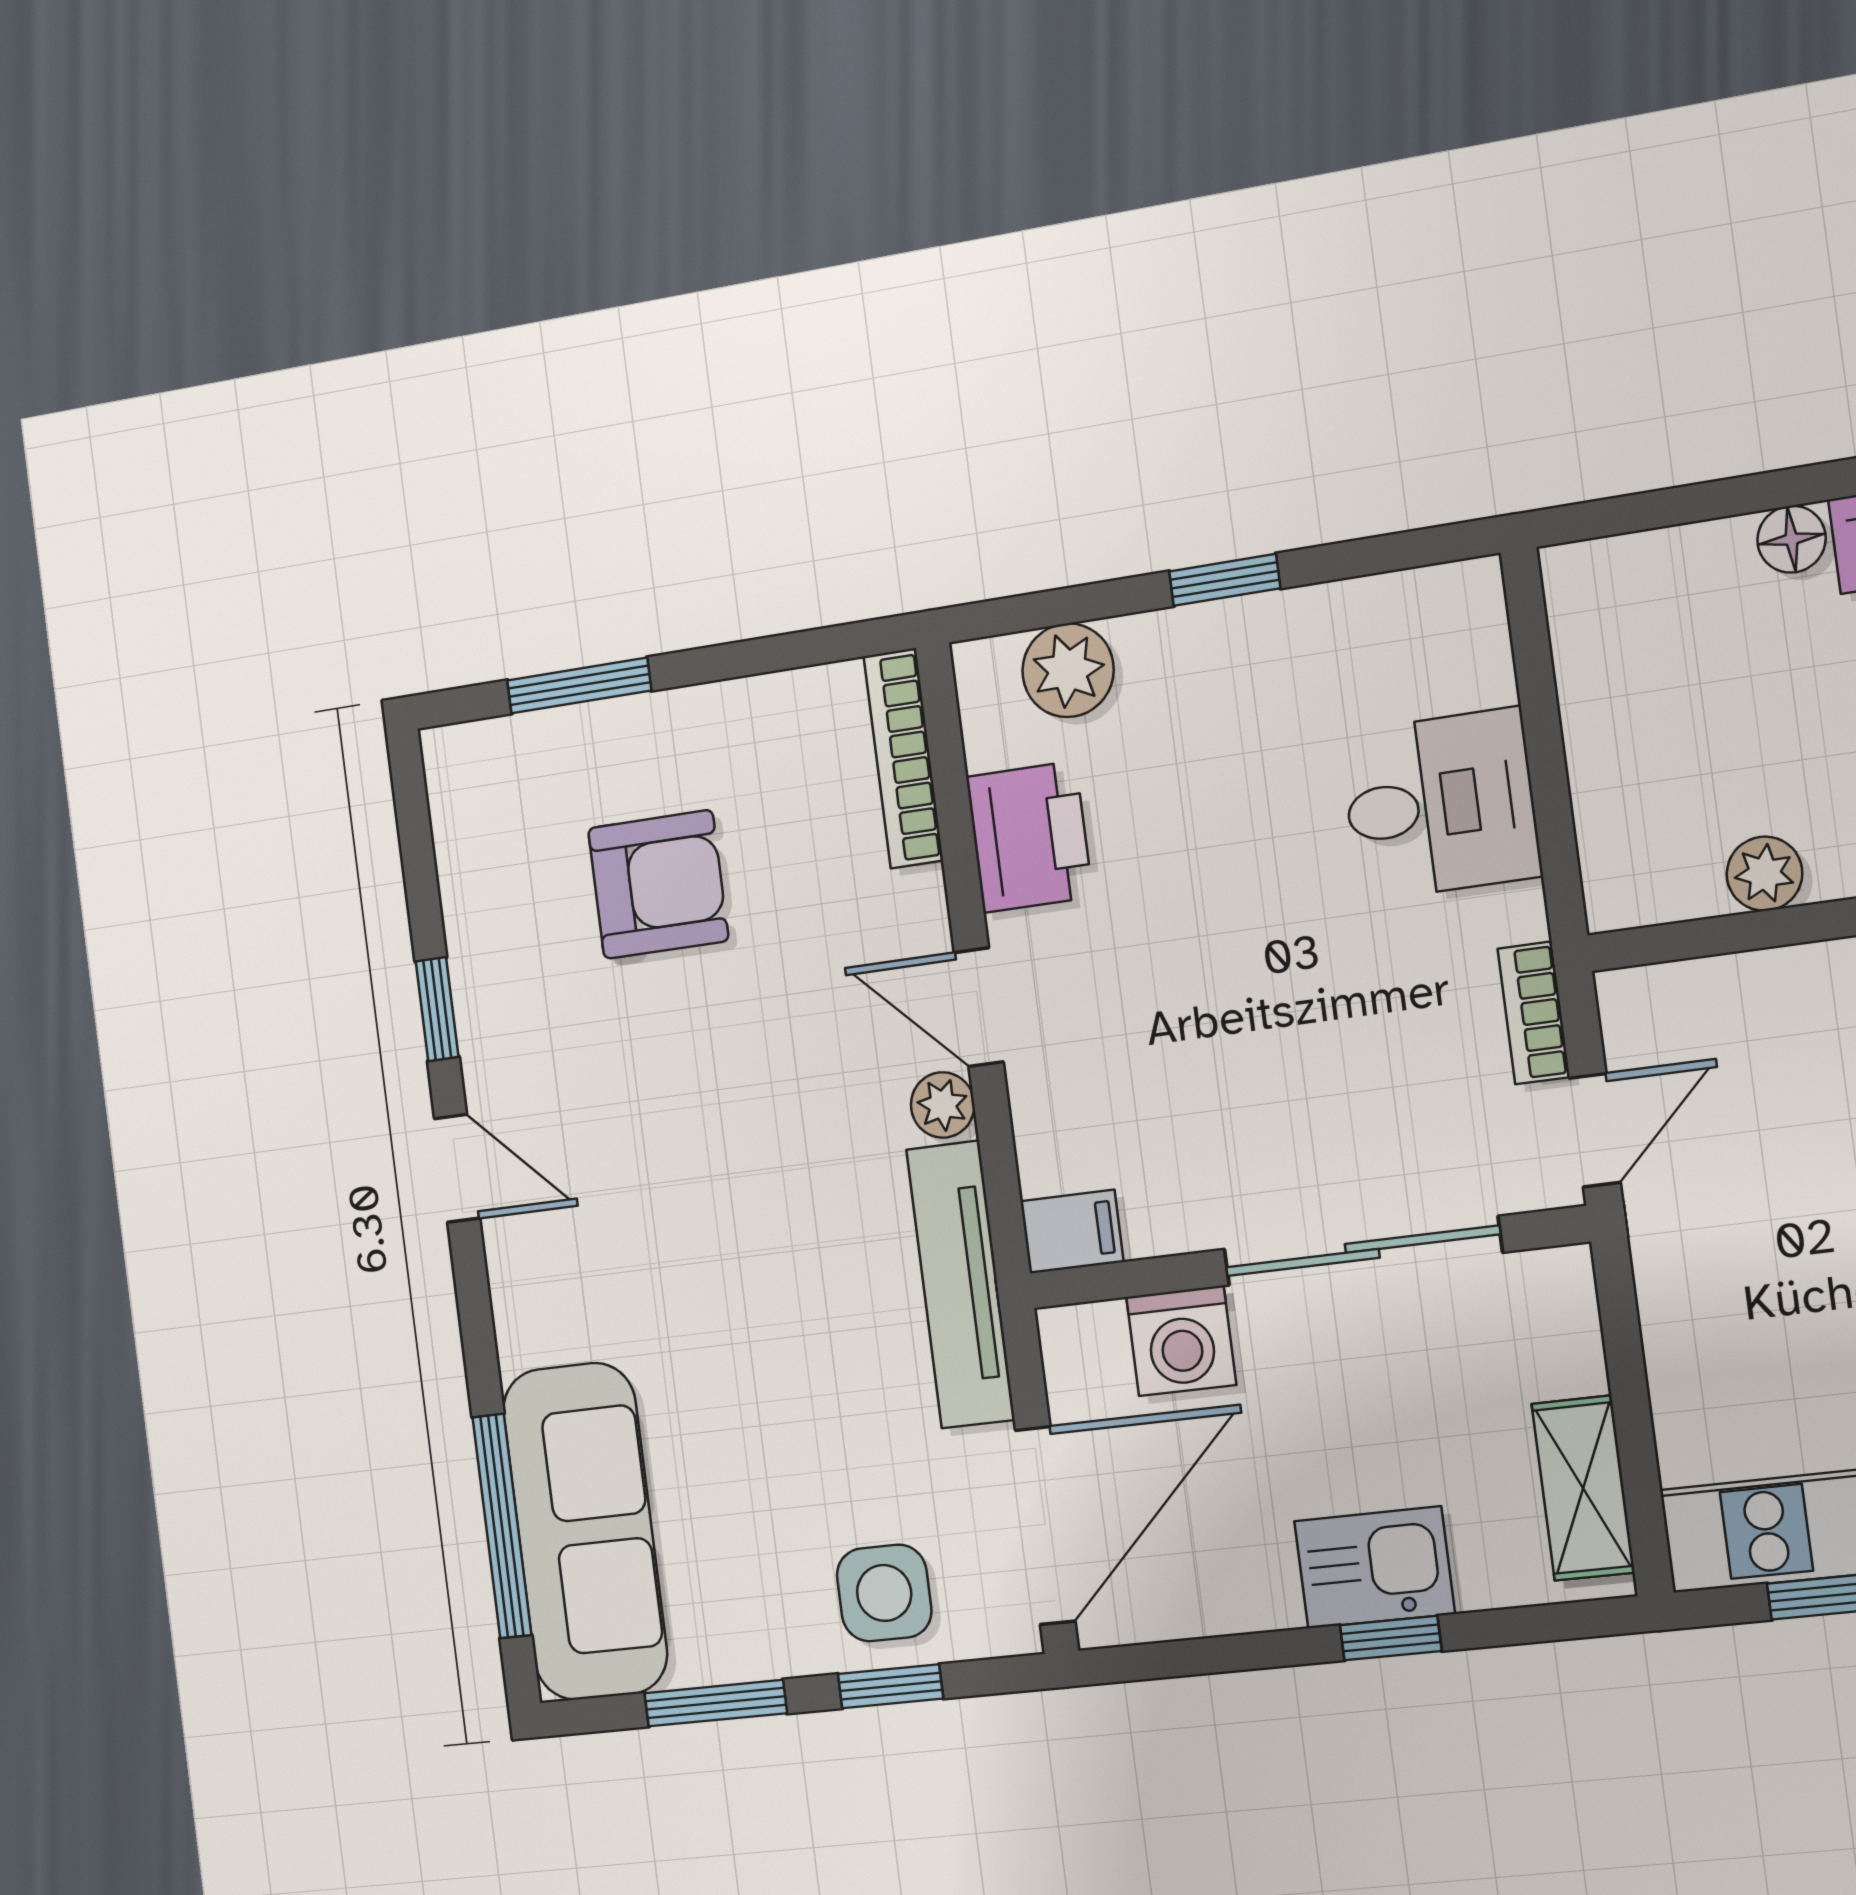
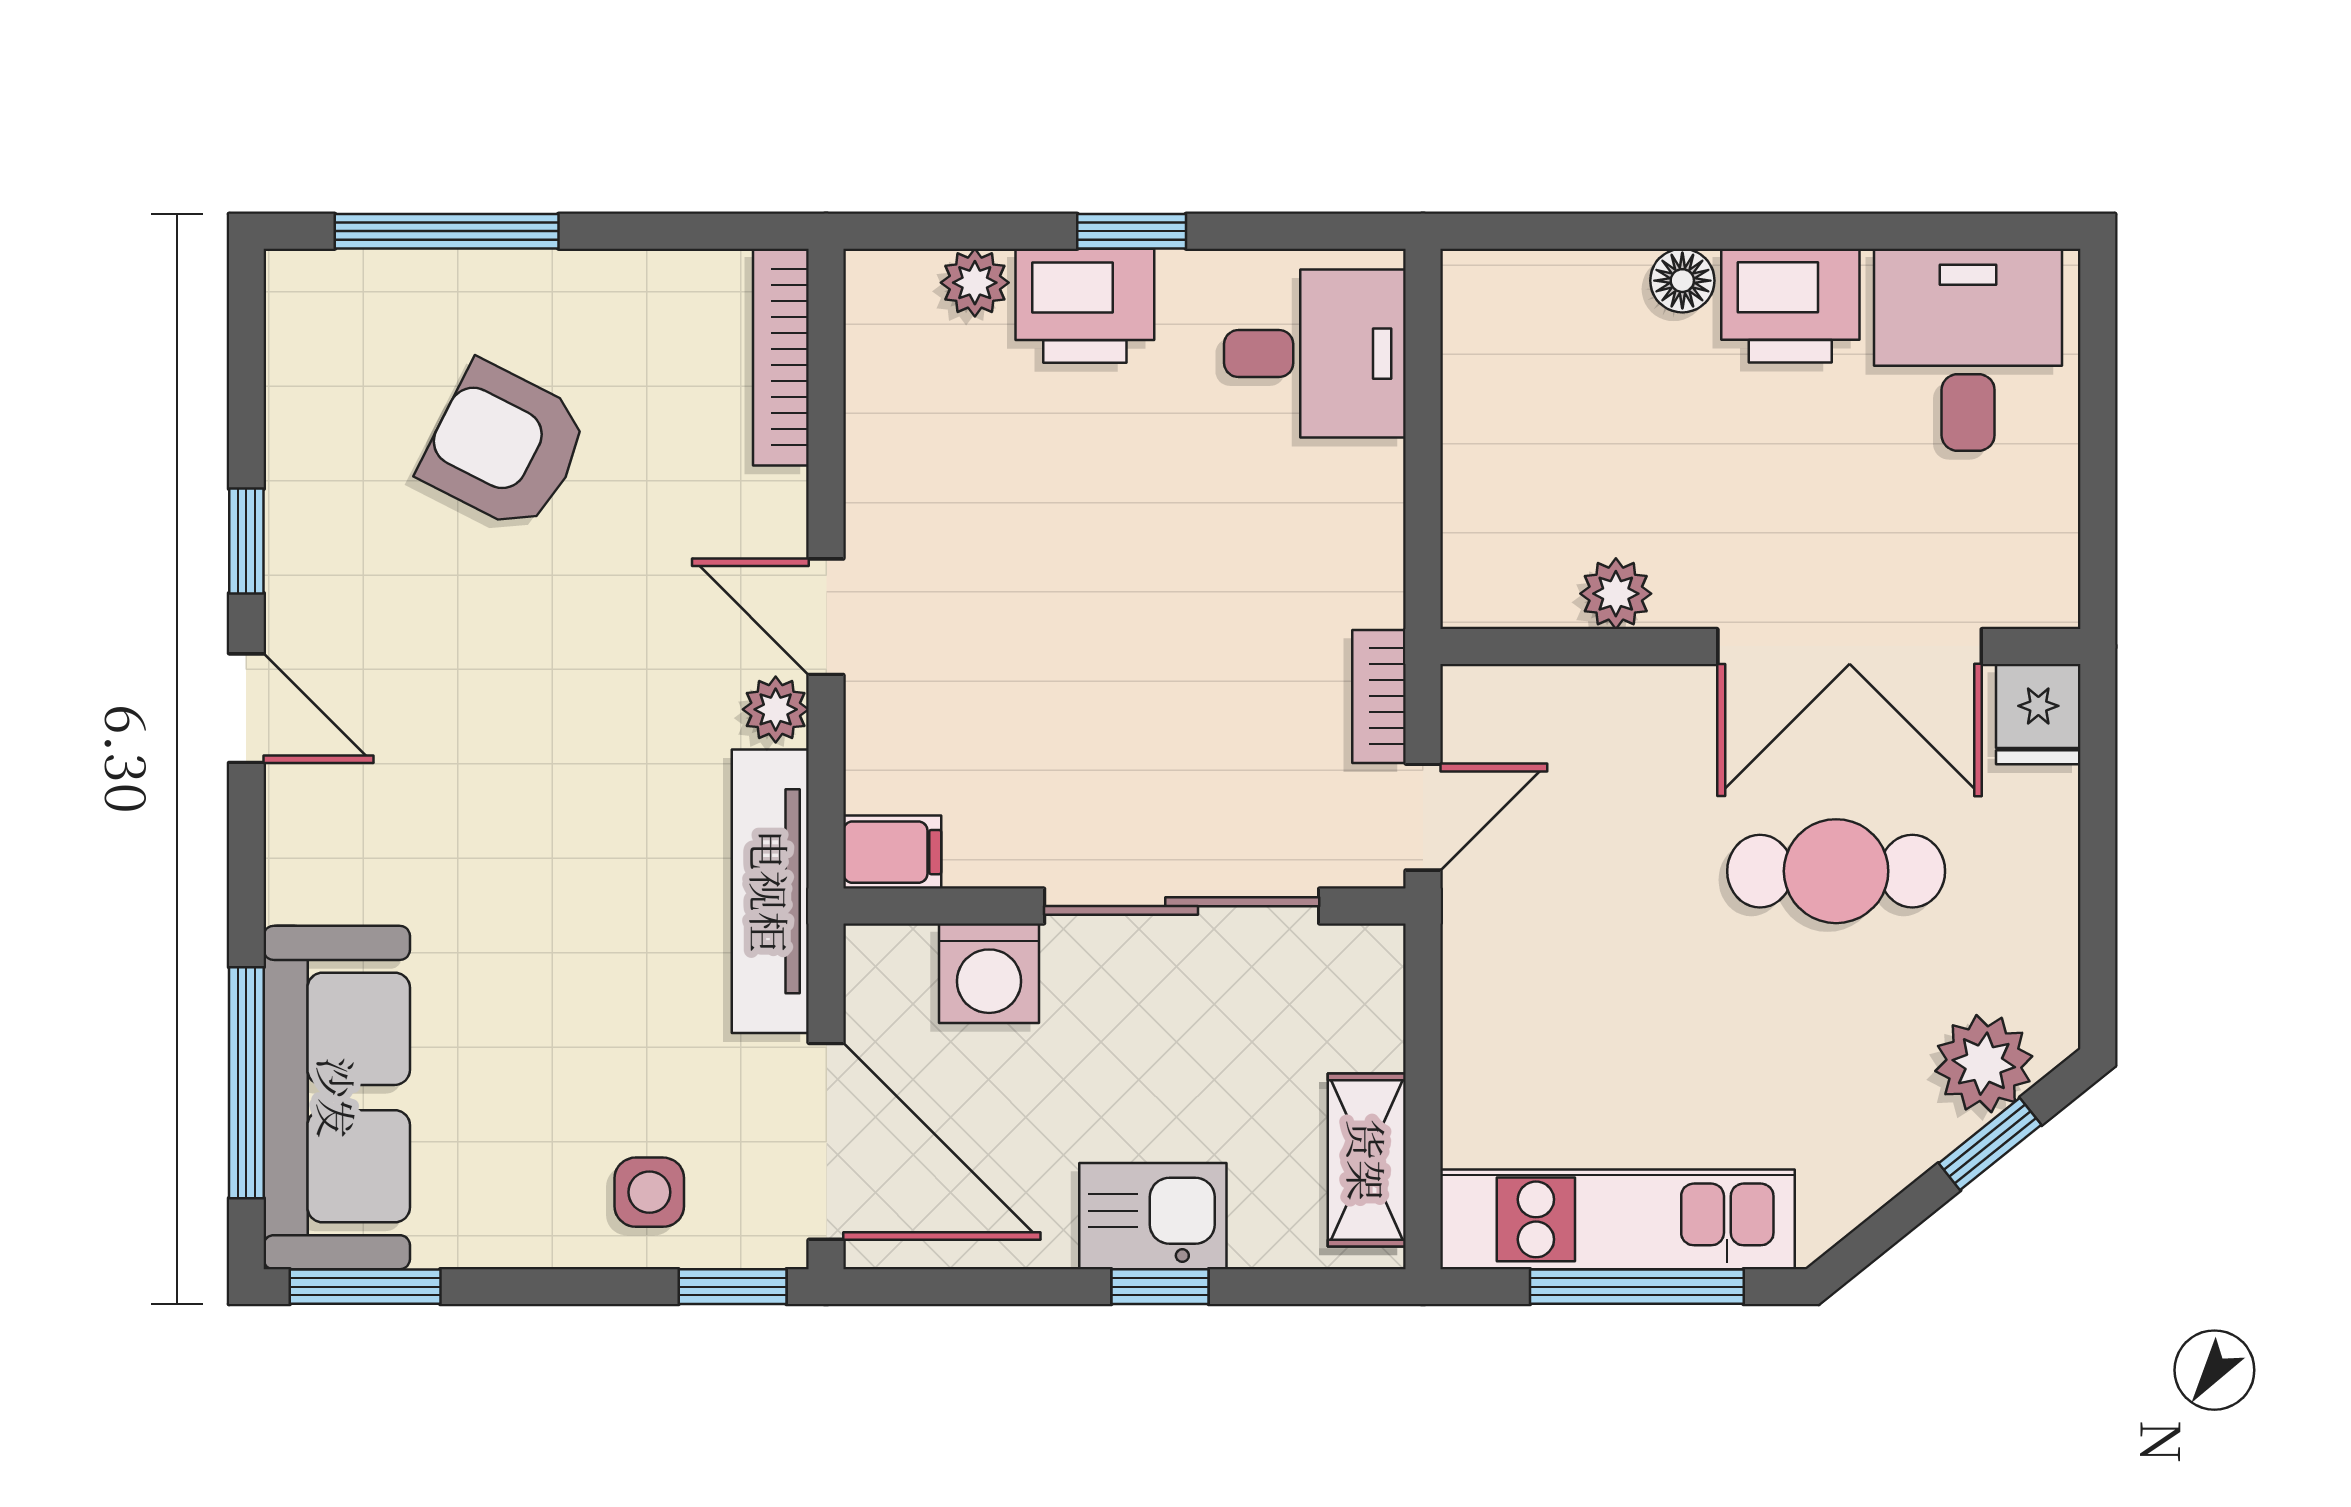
plant: (1068, 670) -> (975, 283), width x0.73, depth x0.73
window: (579, 686) -> (447, 231), width x1.44
desk: (1440, 805) -> (1315, 354), moved
printer: (1029, 837) -> (1085, 306), moved, turned 90
armchair: (658, 884) -> (505, 447), turned -153
door: (1045, 1526) -> (826, 1141), hinge flipped
side table: (884, 1593) -> (649, 1192), width x0.73, depth x0.73
window: (890, 1686) -> (733, 1287), moved
window: (716, 1703) -> (365, 1287), moved

